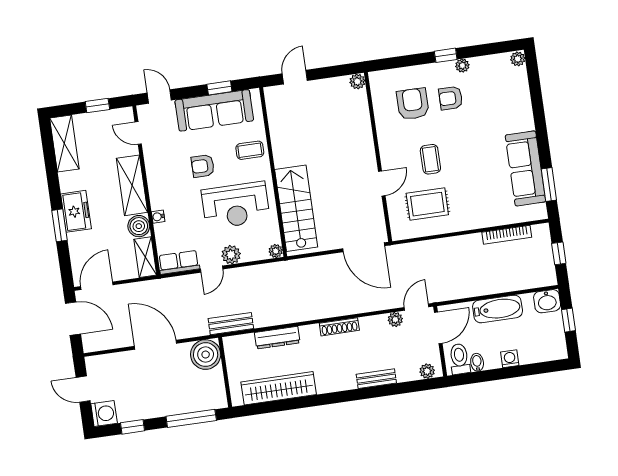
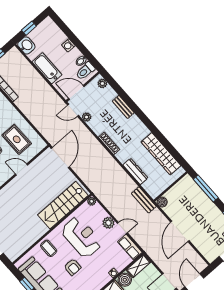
boiler: (206, 355) -> (162, 202), width x0.54, depth x0.54

